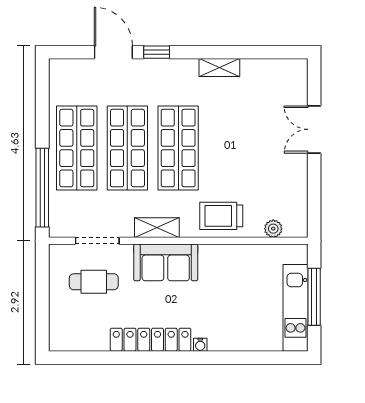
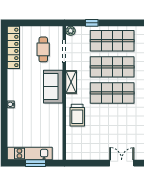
window: (42, 188) -> (92, 23), width x0.32
trolley: (221, 216) -> (77, 115), turned 180
plant: (273, 229) -> (71, 31), moved
window: (314, 297) -> (35, 163), width x0.69
locker: (151, 340) -> (13, 47), moved

